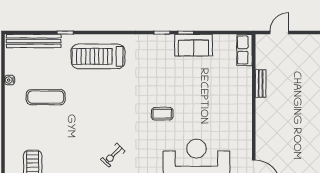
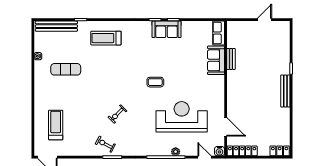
door: (279, 33) -> (264, 20), moved
sofa: (193, 45) -> (167, 29), moved
treadmill: (98, 56) -> (106, 38), width x0.73, depth x0.73
sofa: (241, 85) -> (216, 60), added

